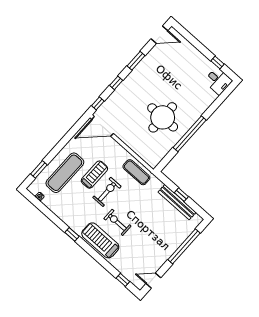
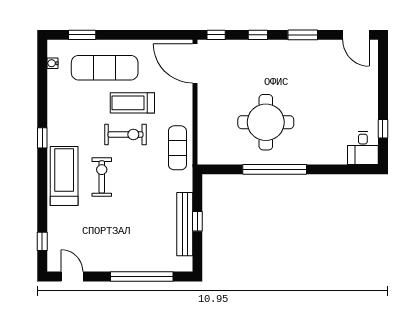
treadmill: (94, 175) -> (132, 103), turned 180

